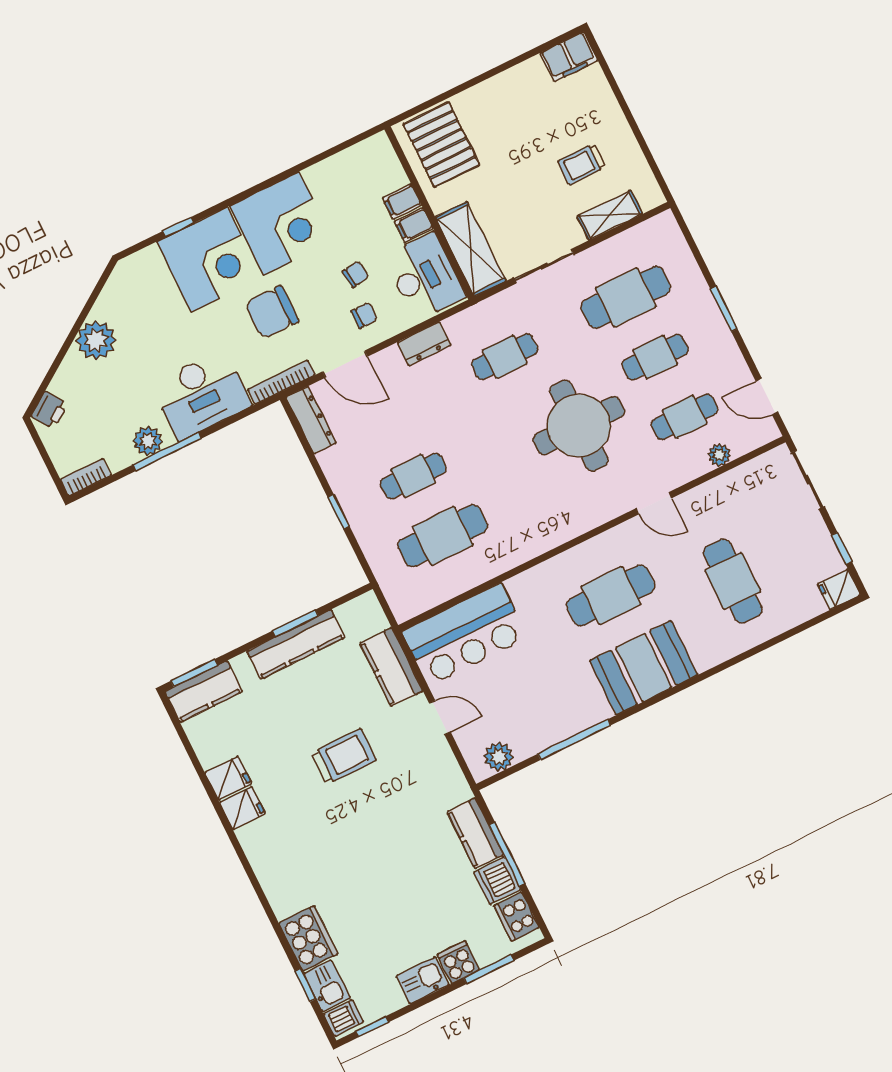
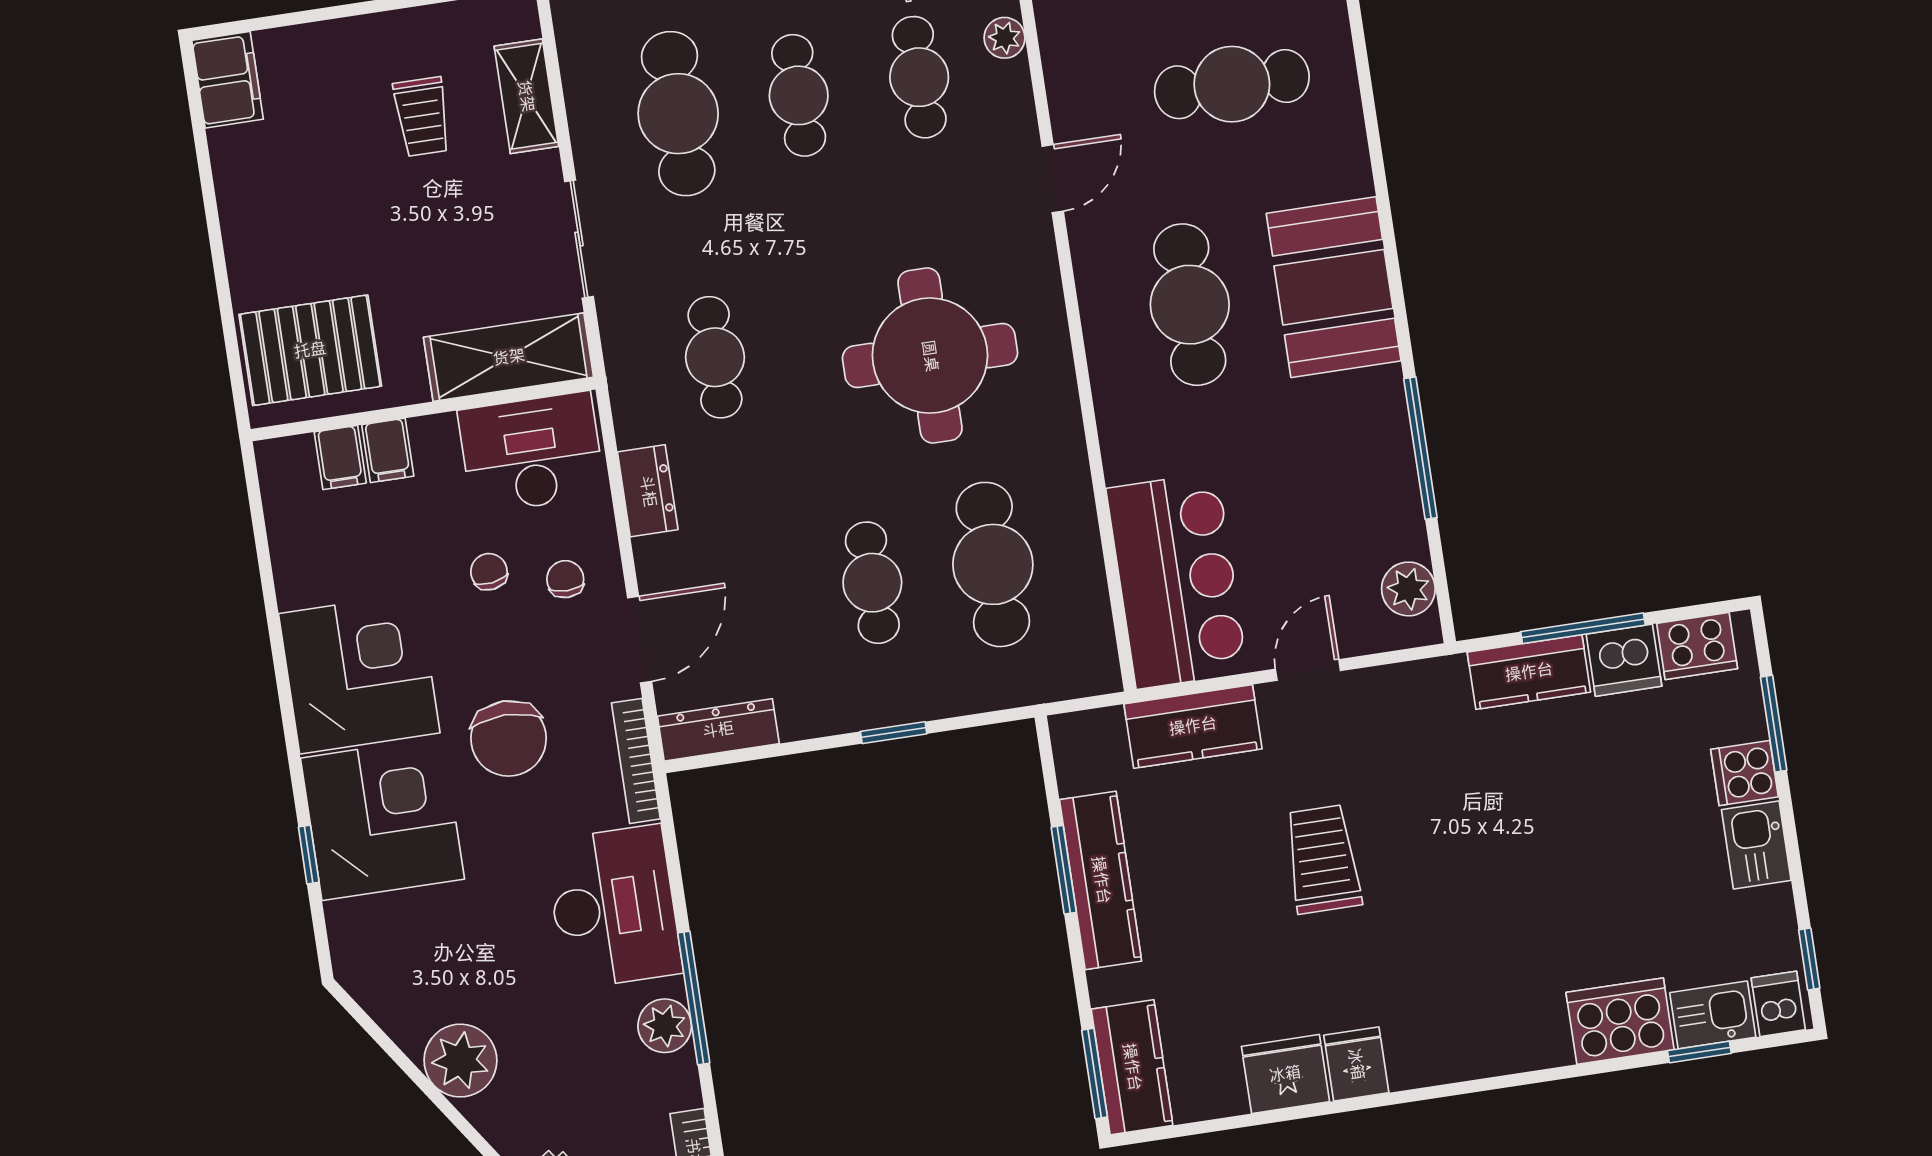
filing cabinet: (414, 225) -> (340, 457), moved
round table: (579, 426) -> (930, 356), moved
fridge: (228, 778) -> (1285, 1074), width x1.38

